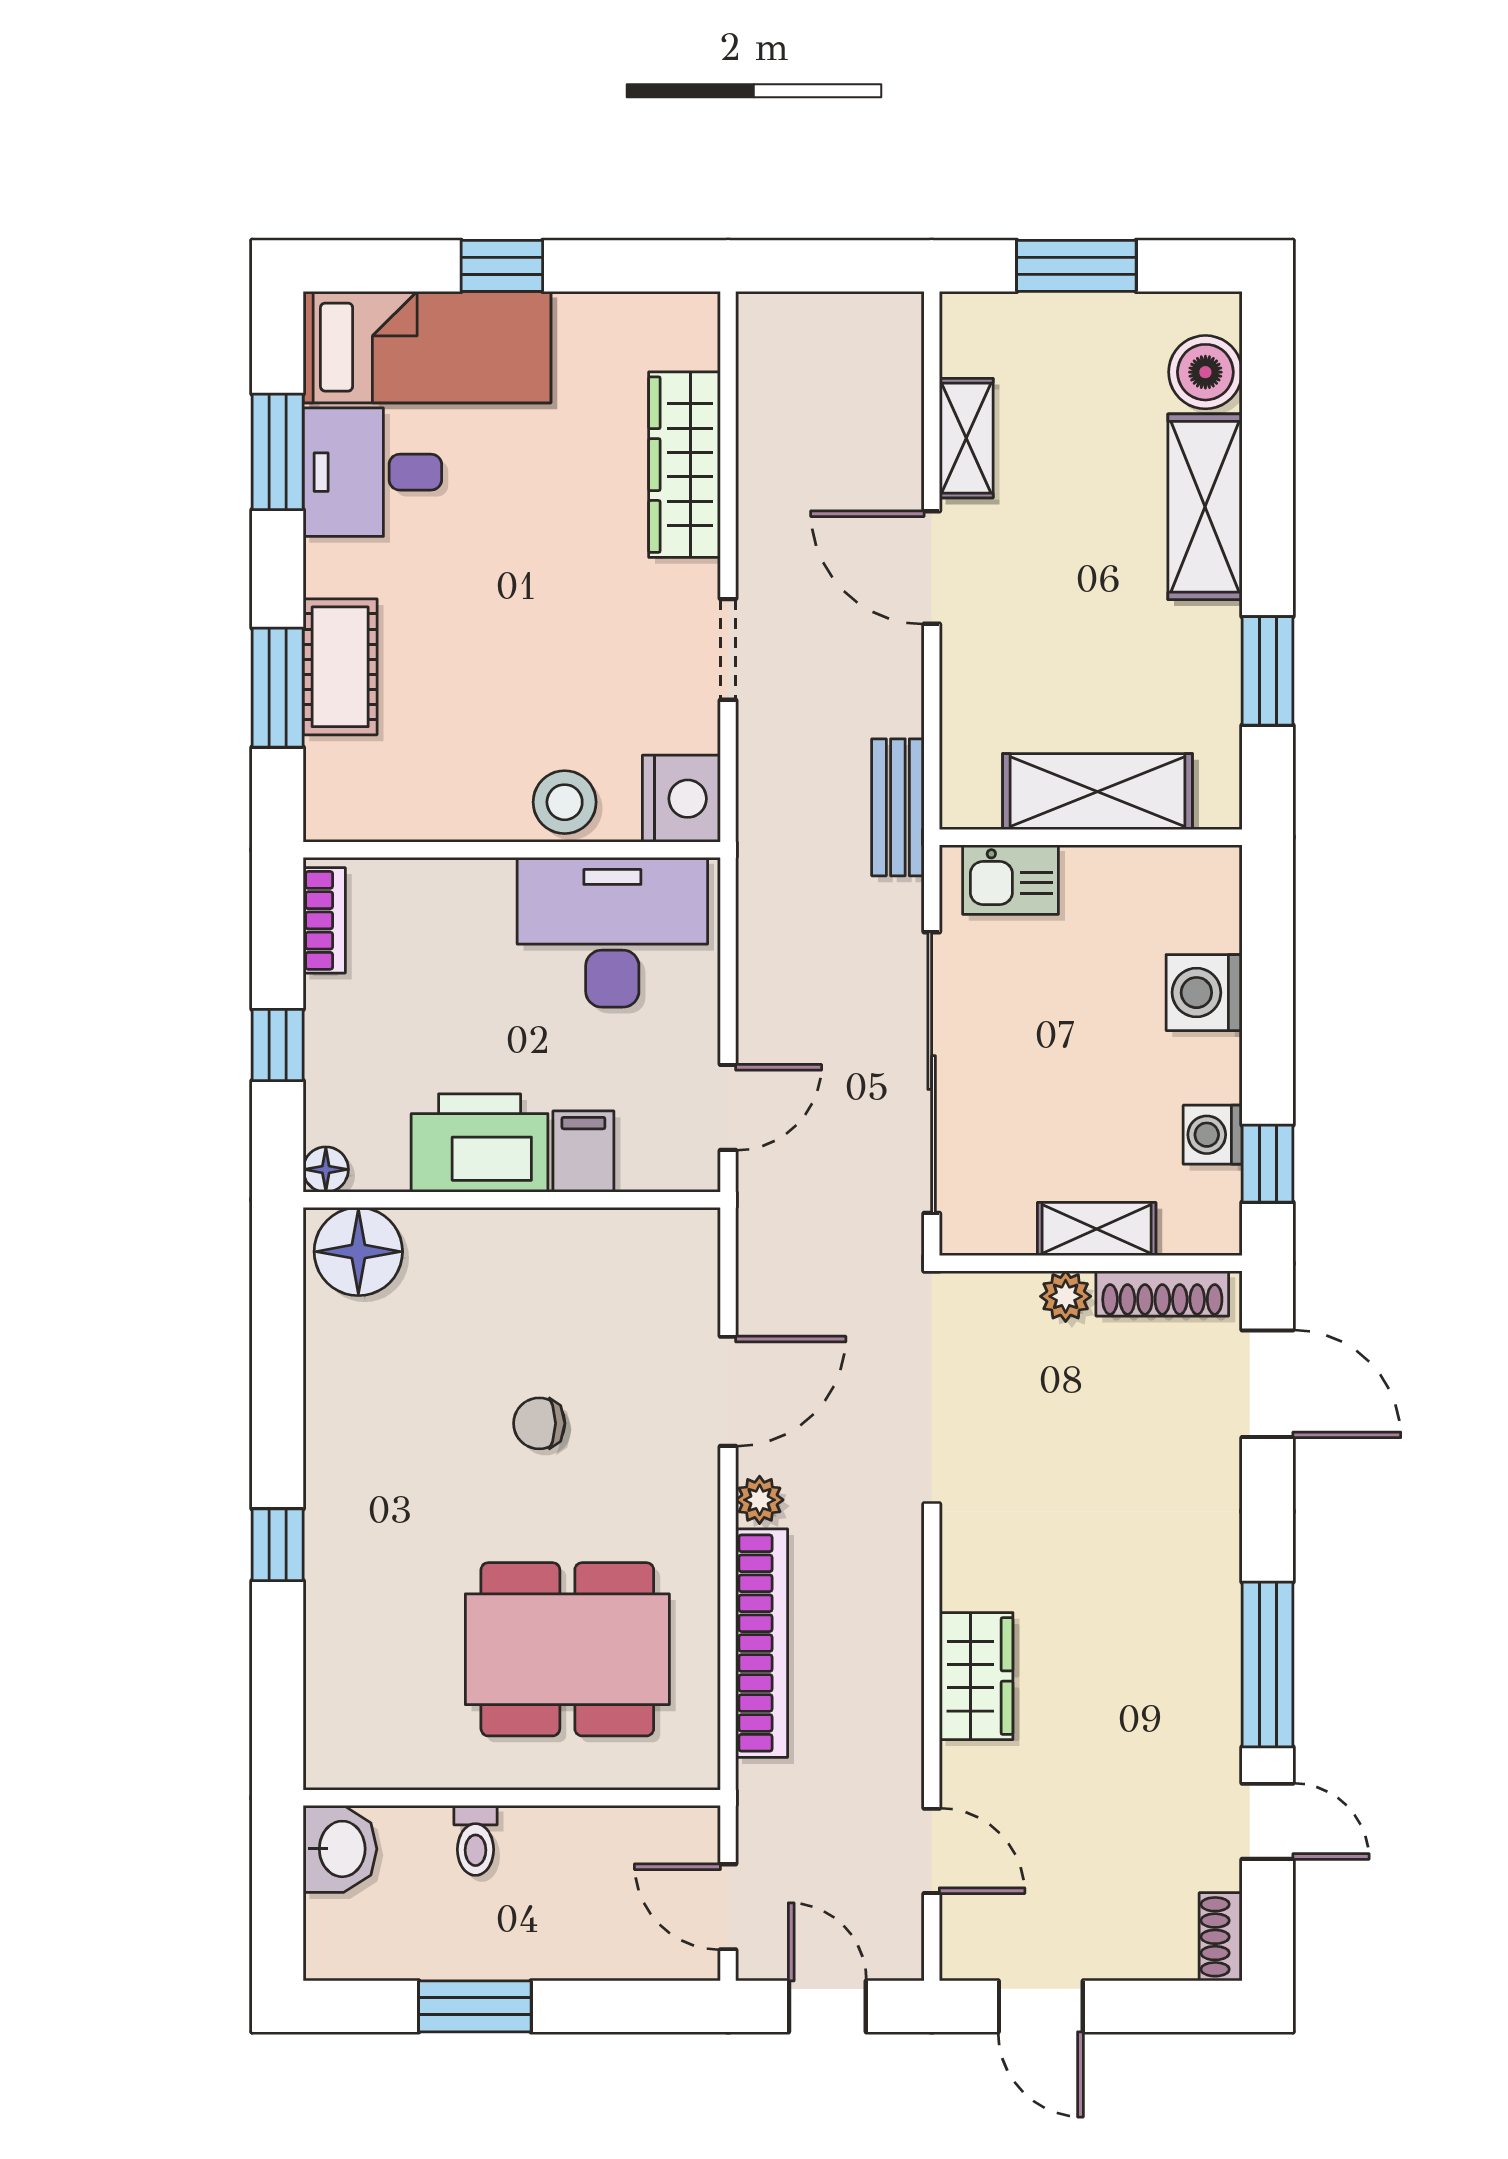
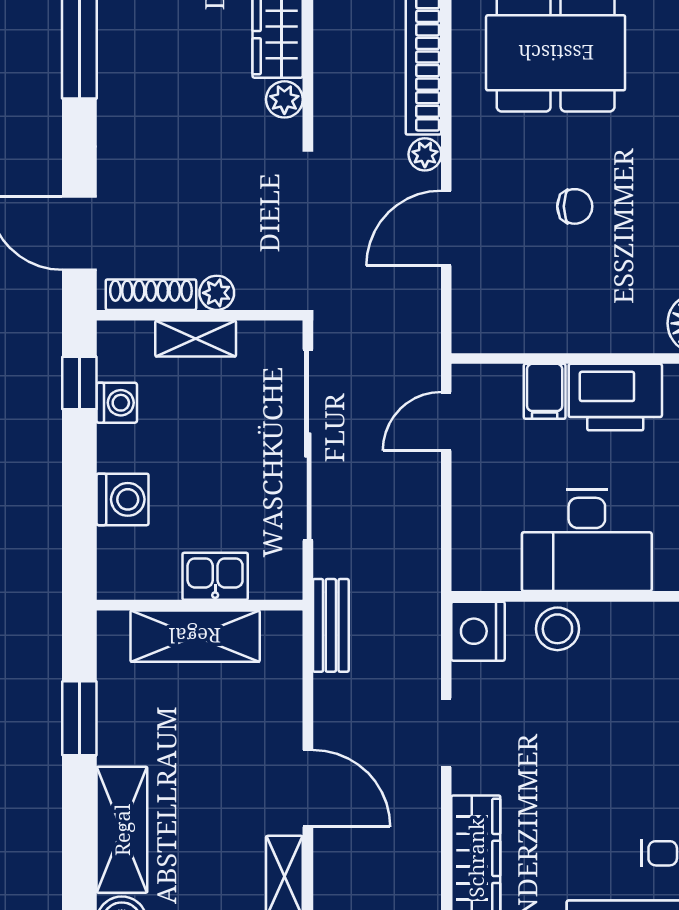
kitchen sink: (1011, 880) -> (215, 576), moved
desk: (612, 932) -> (587, 540), moved
plant: (966, 1581) -> (284, 99), added

